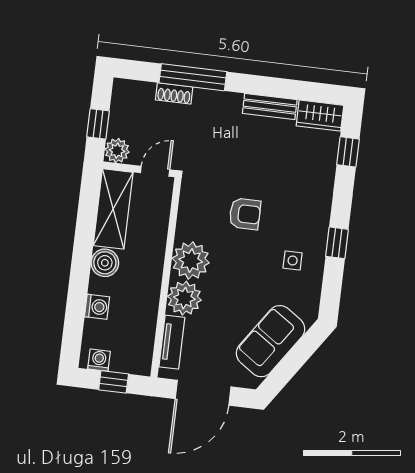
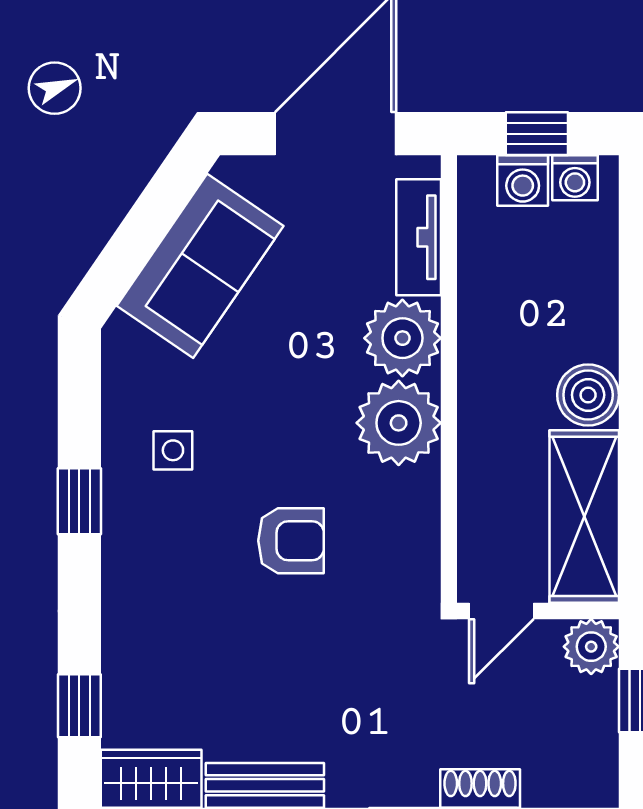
armchair: (245, 214) -> (291, 541), turned 180
washing machine: (97, 307) -> (523, 180), moved, turned -90

